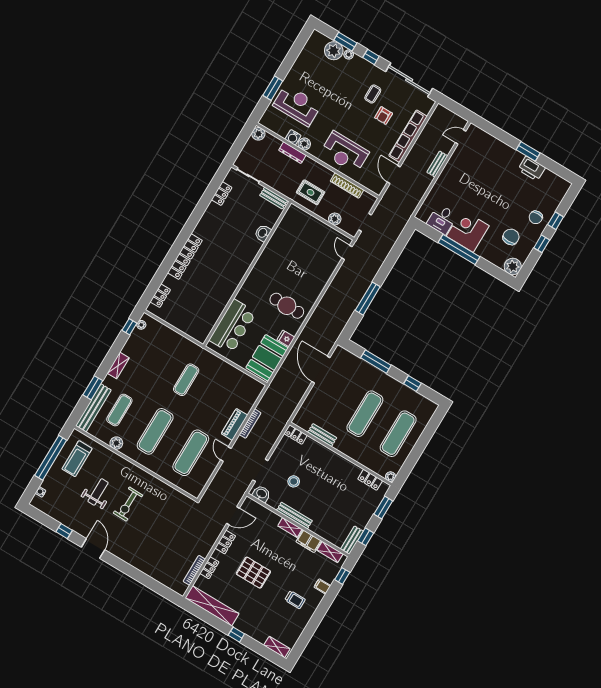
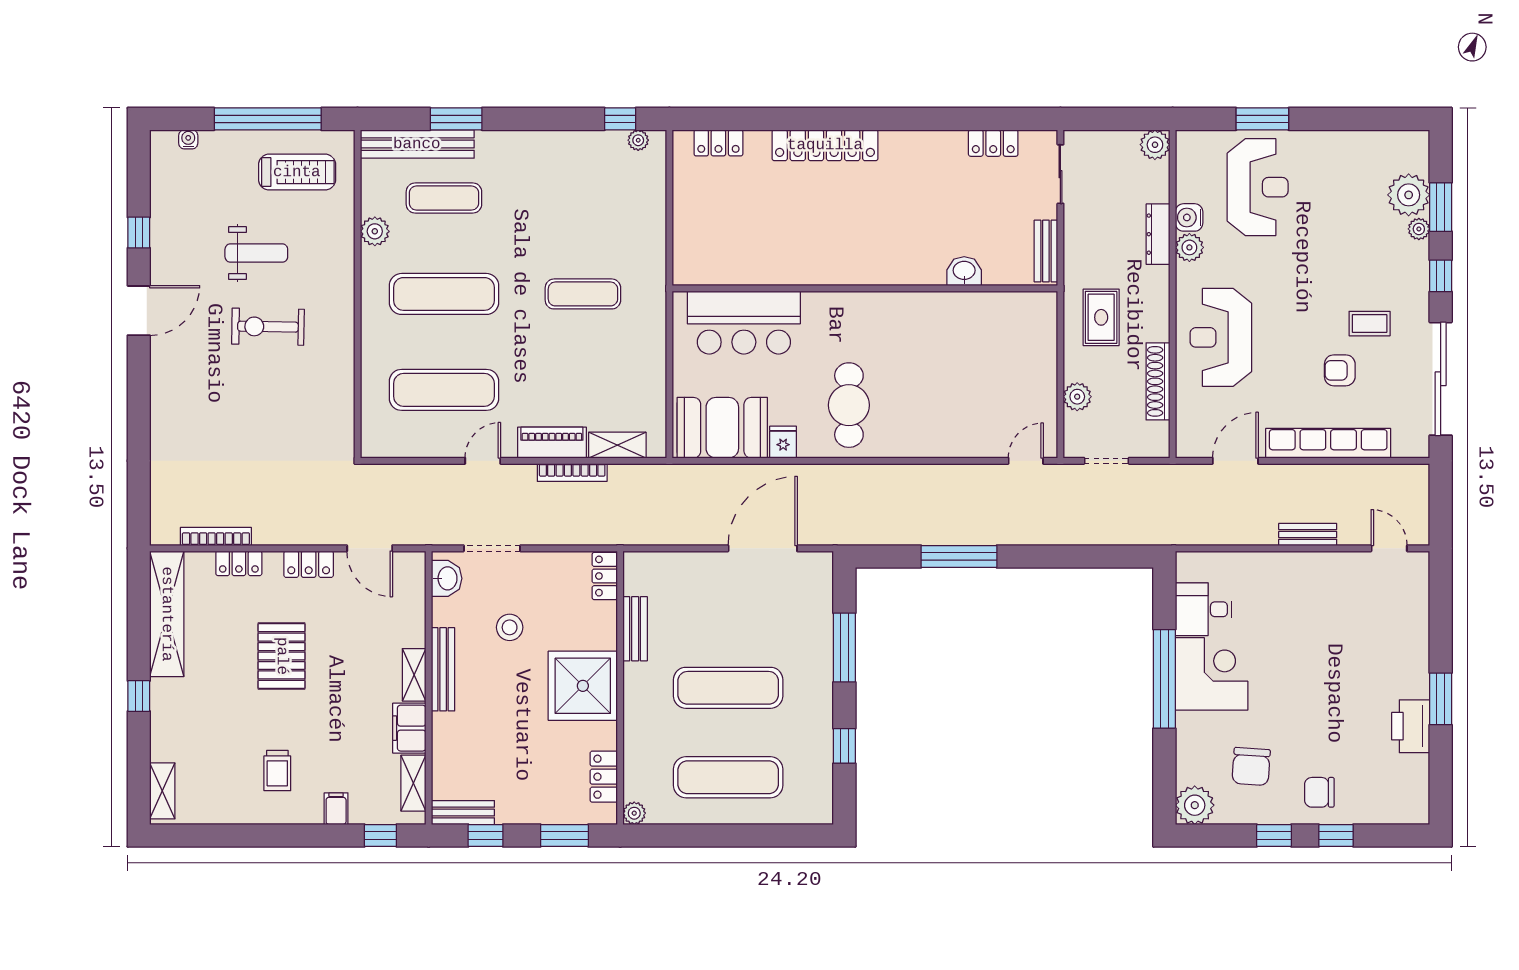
chair: (511, 237) -> (1251, 766), turned 94
shelving: (118, 366) -> (617, 445), moved
treadmill: (77, 459) -> (297, 172), turned 180
shower: (332, 467) -> (583, 686), added

